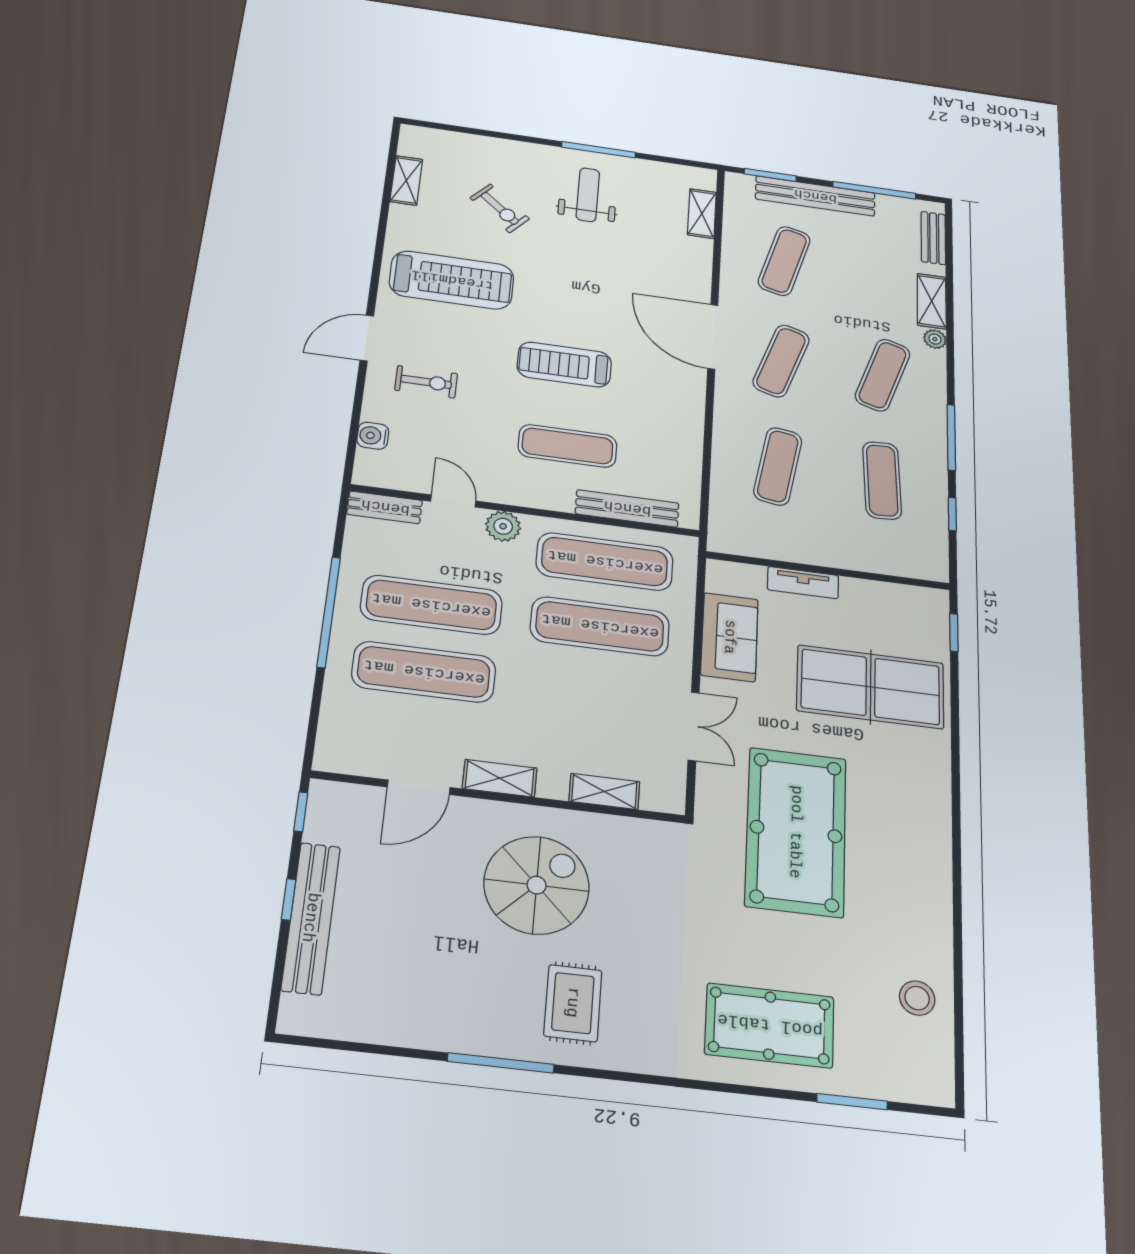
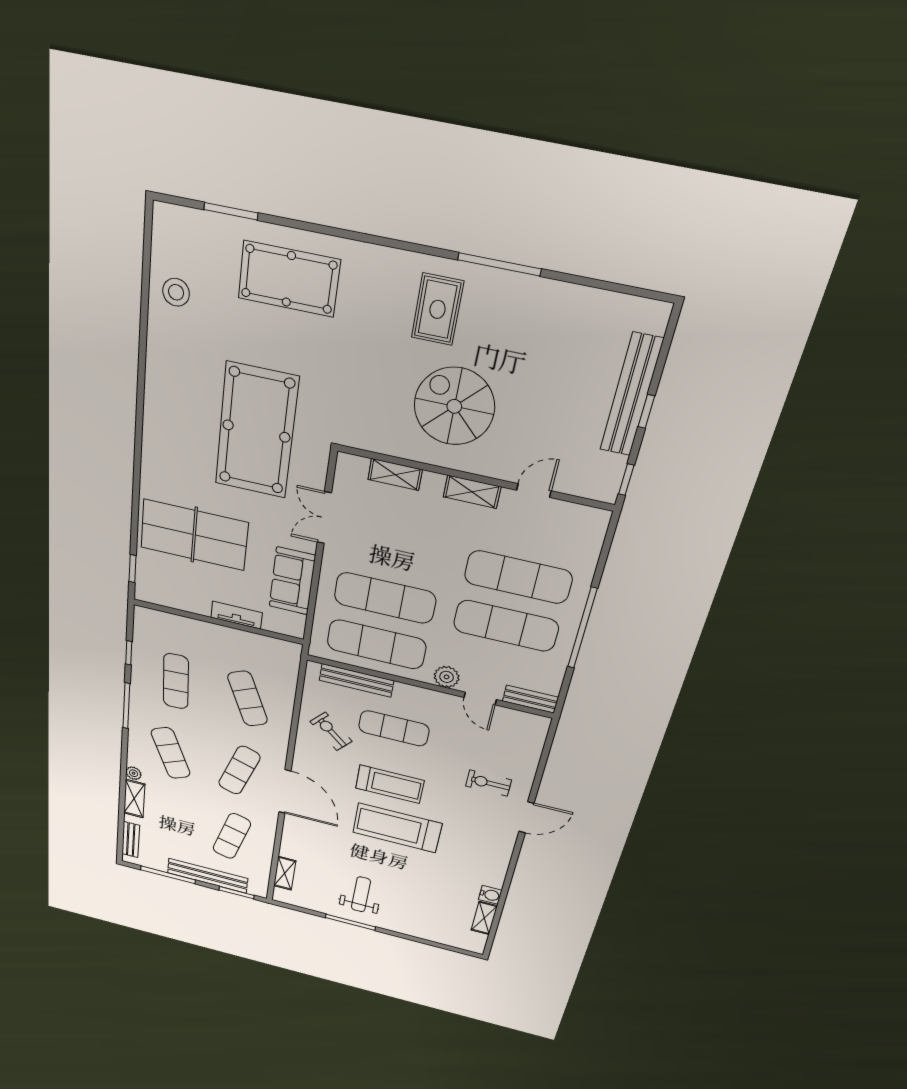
weight bench: (588, 195) -> (361, 894), turned 180
exercise bike: (500, 208) -> (331, 731), moved
treadmill: (452, 280) -> (397, 828), moved
exercise mat: (883, 375) -> (171, 753), turned -42
water cooler: (373, 436) -> (490, 895), moved
exercise mat: (778, 466) -> (248, 699), turned -33
door: (419, 787) -> (534, 490), width x0.73
spiral stairs: (537, 885) -> (454, 406), turned 90

